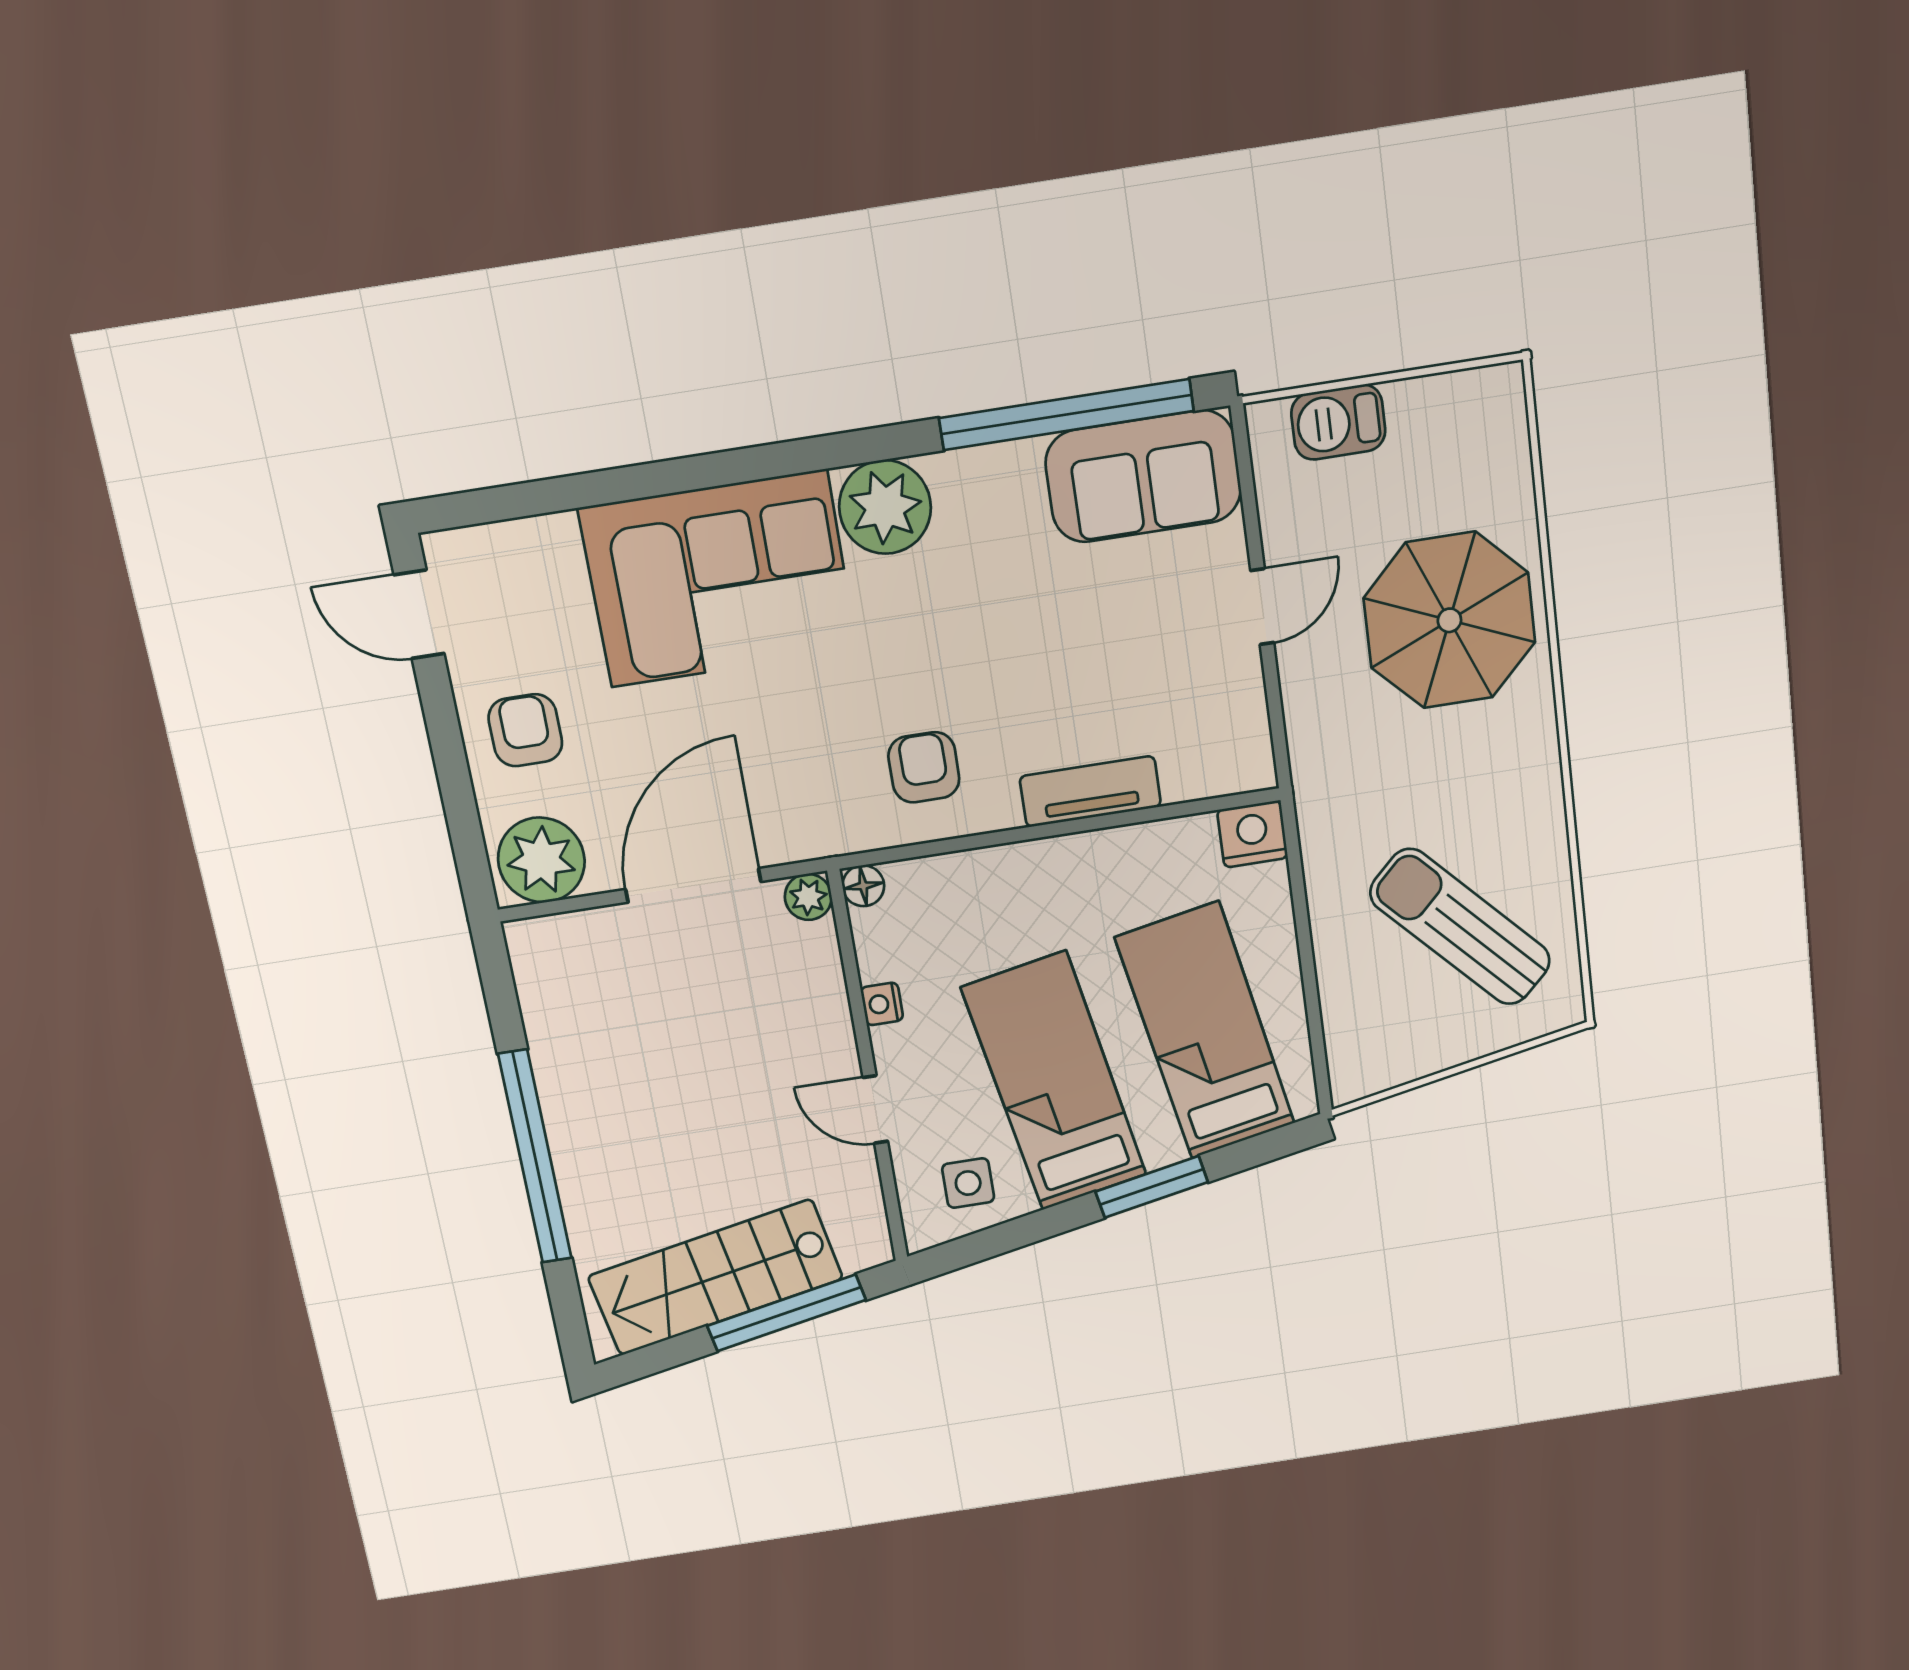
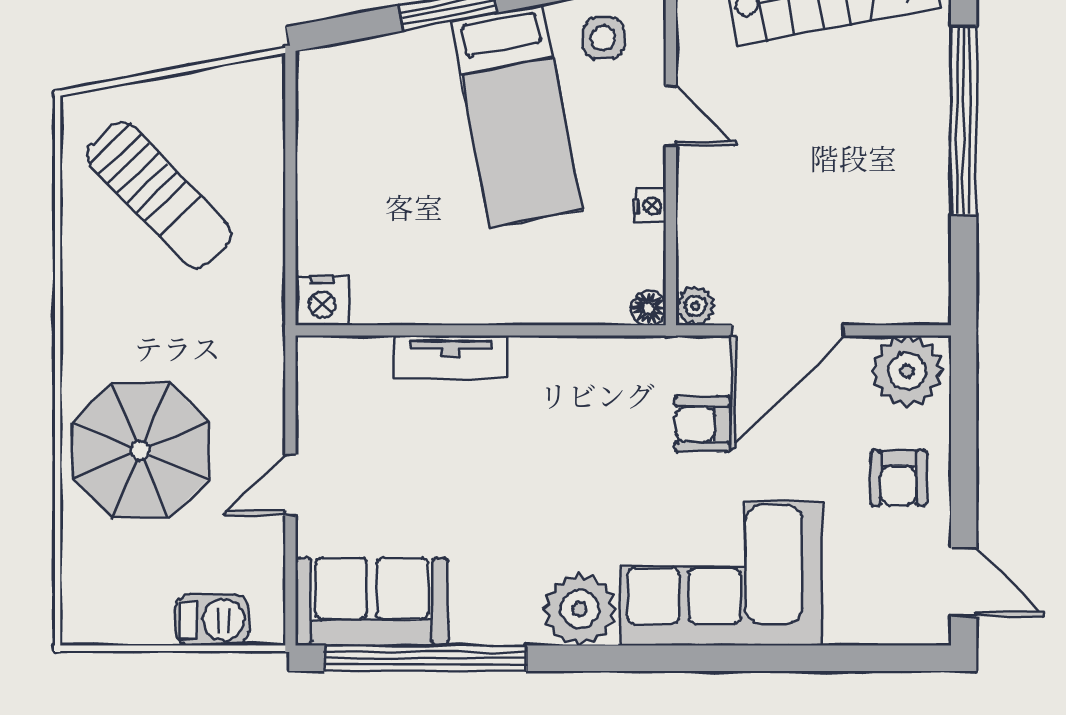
armchair: (924, 767) -> (702, 424), moved, turned 90
bed: (1205, 1031) -> (383, 139), removed

